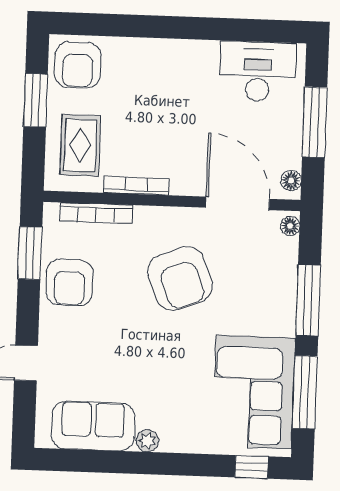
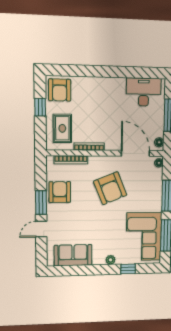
window: (36, 100) -> (40, 107), width x0.67
window: (30, 253) -> (41, 203), moved
armchair: (70, 283) -> (60, 192), turned 180
plant: (147, 441) -> (111, 260), moved
window: (252, 467) -> (128, 269), moved

